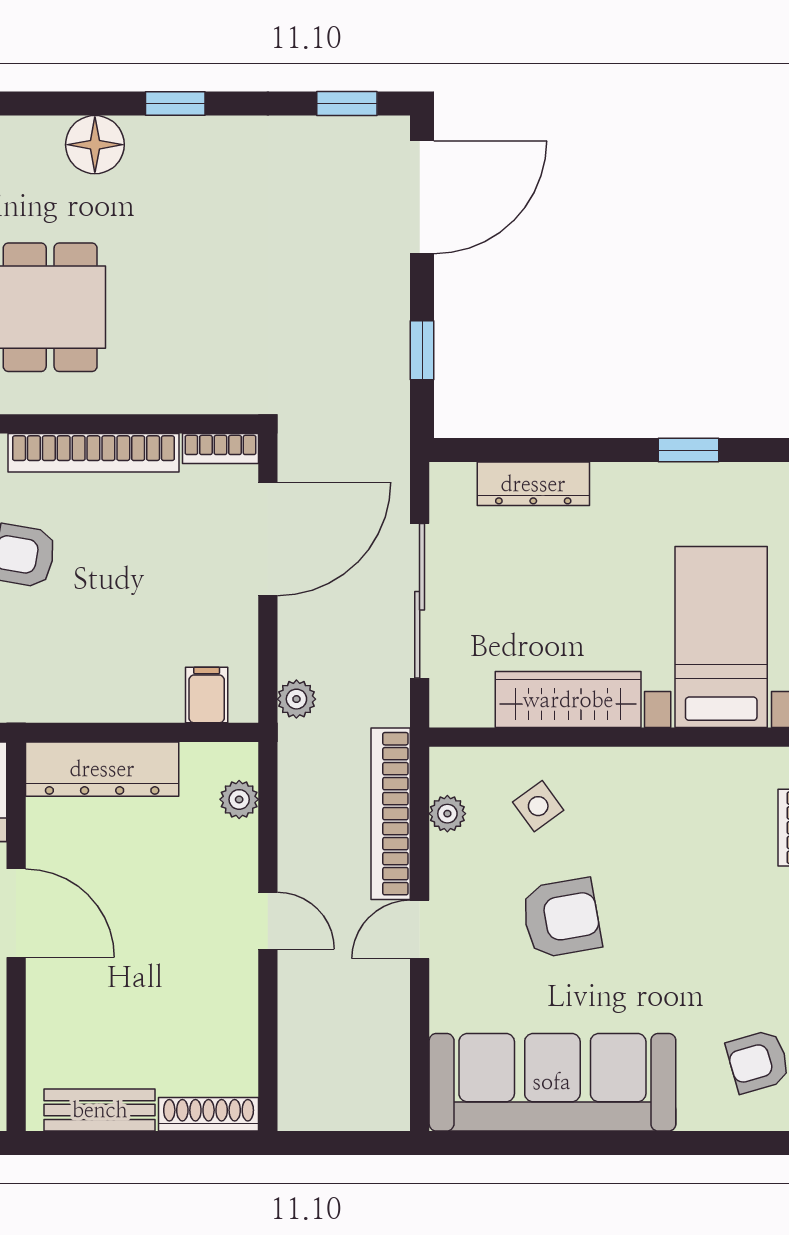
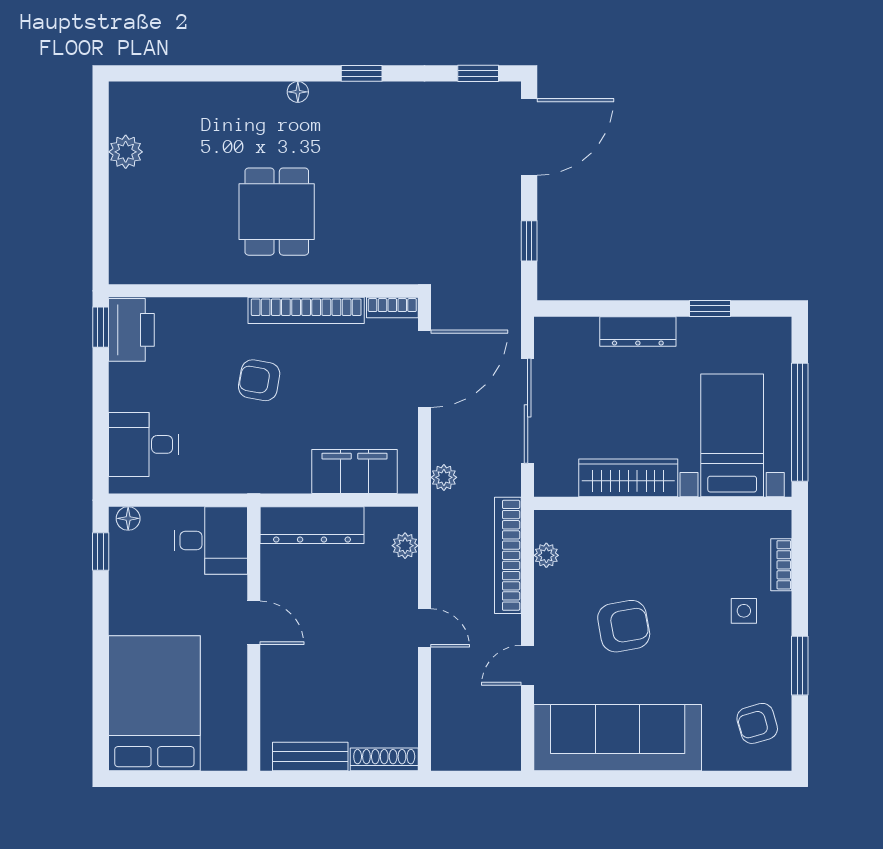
floor lamp: (95, 145) -> (298, 92), width x0.53, depth x0.53
dresser: (533, 484) -> (638, 331), moved
filing cabinet: (207, 695) -> (354, 472), width x3.00, depth x1.17
side table: (538, 806) -> (744, 611), moved, turned 36
door: (16, 913) -> (254, 623), width x0.73
door: (420, 929) -> (528, 665), moved

